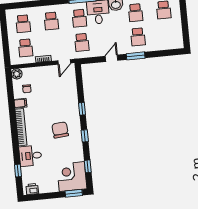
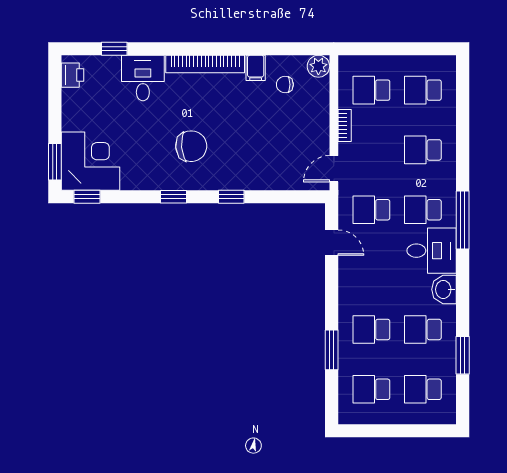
school desk: (166, 34) -> (371, 389), added
window: (136, 56) -> (332, 350), moved
door: (111, 58) -> (332, 243), moved
door: (64, 62) -> (334, 169), hinge flipped
window: (88, 166) -> (87, 197), moved

